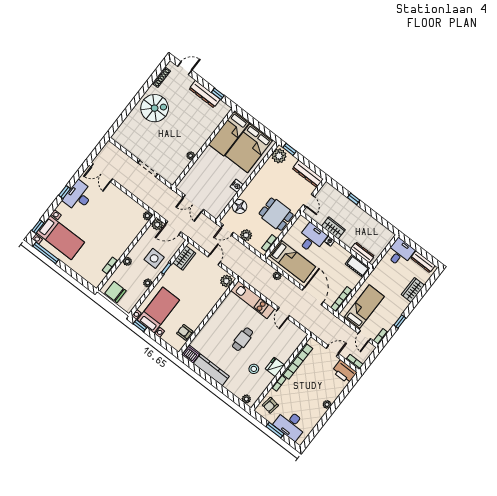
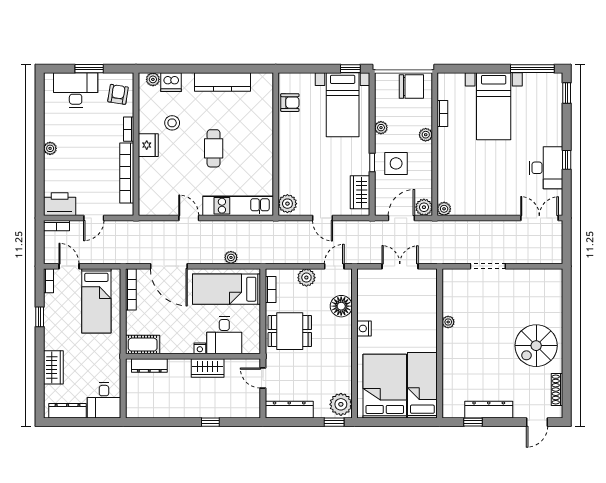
bed with nightstands: (60, 238) -> (494, 106), moved, turned -90
dishwasher: (191, 354) -> (171, 82), moved

